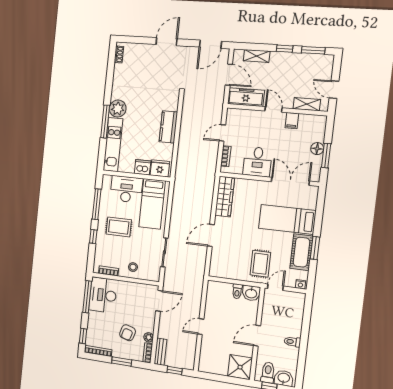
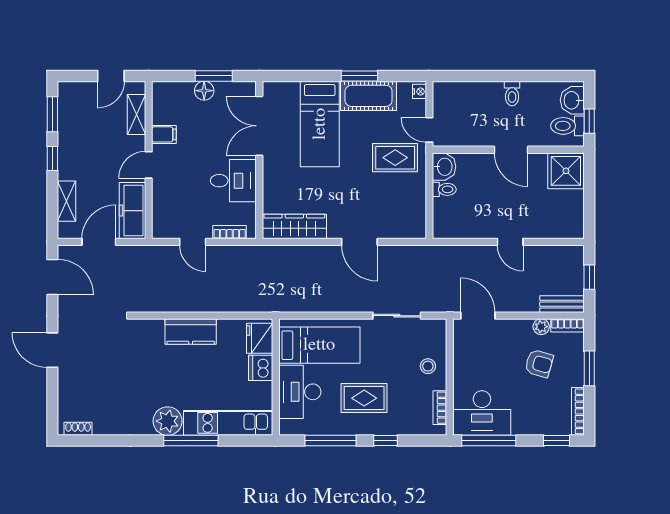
rug: (119, 227) -> (364, 398), turned 90

